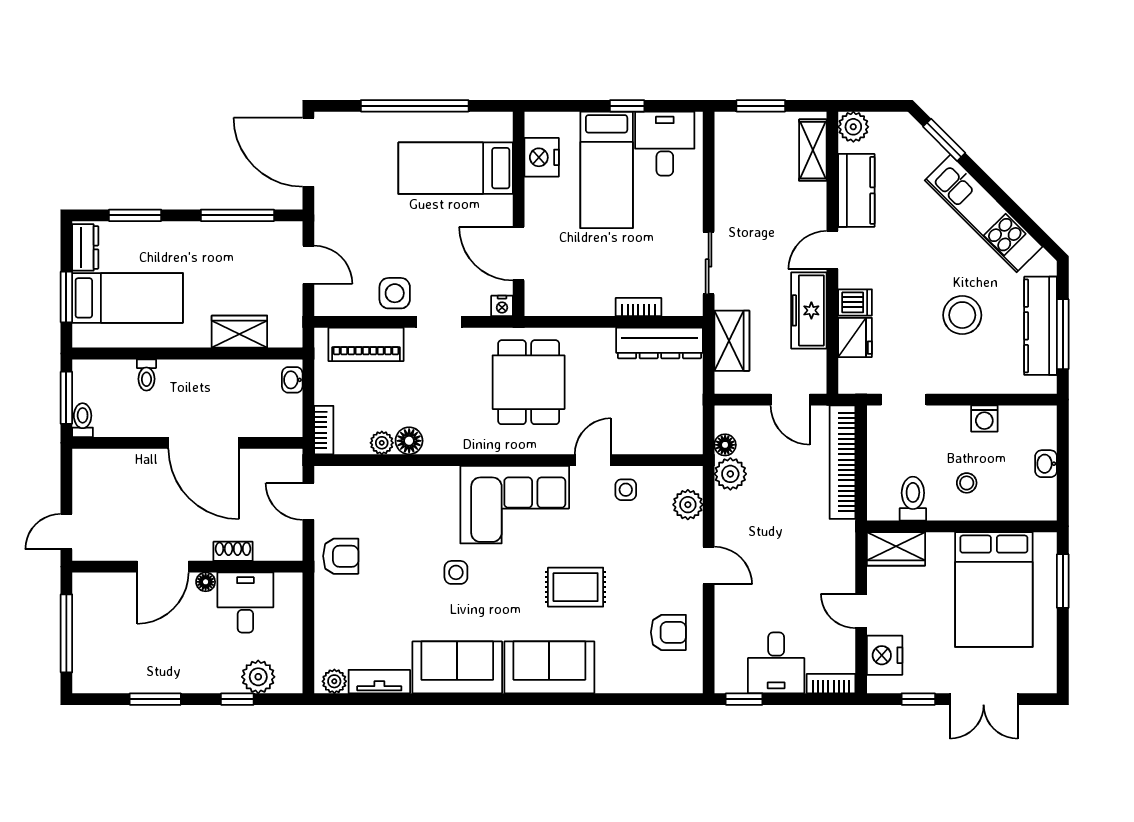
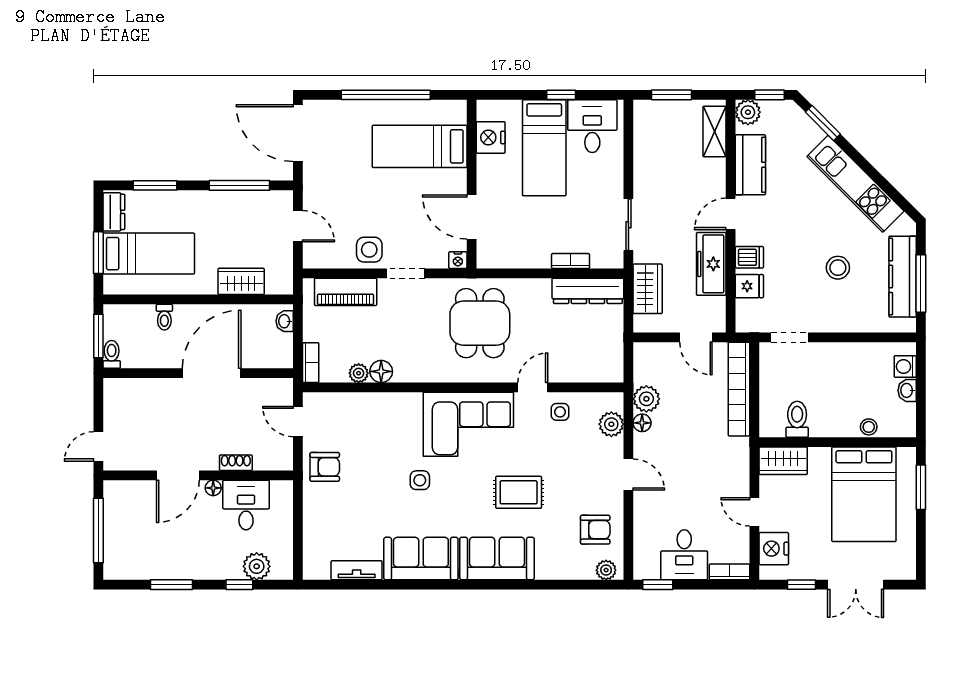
window: (879, 106) -> (769, 95), added
stool: (962, 315) -> (838, 268), width x0.73, depth x0.73
fridge: (855, 337) -> (749, 286), width x0.72
washing machine: (984, 419) -> (905, 366), moved, turned 90
door: (204, 443) -> (212, 373), swing flipped
floor lamp: (725, 445) -> (642, 423), moved
stool: (967, 483) -> (869, 427), moved
plant: (334, 681) -> (606, 570), moved

